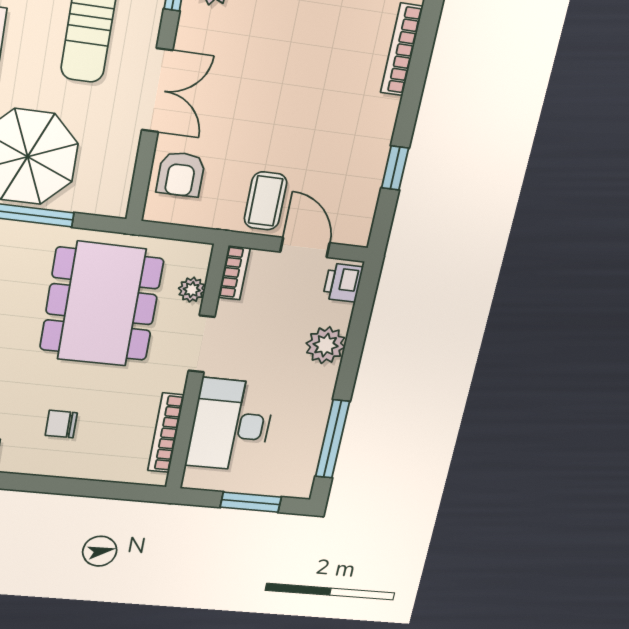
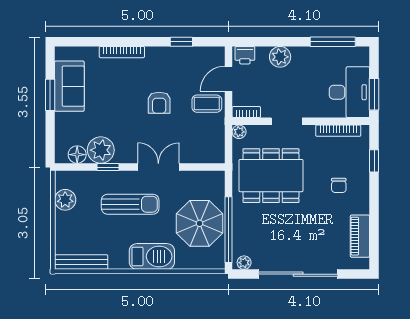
armchair: (181, 174) -> (159, 103), moved, turned 90
plant: (192, 290) -> (239, 132), moved
desk: (231, 425) -> (349, 92), moved, turned -90
window: (97, 489) -> (374, 161), added
window: (251, 502) -> (374, 94), moved

